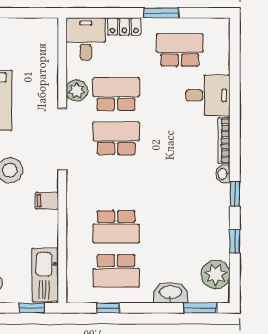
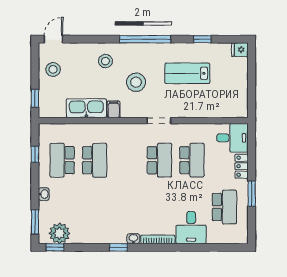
plant: (77, 90) -> (195, 131), removed
doorway: (62, 139) -> (159, 121), width x0.53
school desk: (116, 227) -> (95, 160), turned 180
window: (235, 241) -> (55, 247), moved
kitchen sink: (45, 275) -> (86, 108), moved
washbasin: (170, 293) -> (44, 194), width x0.52, depth x0.69

